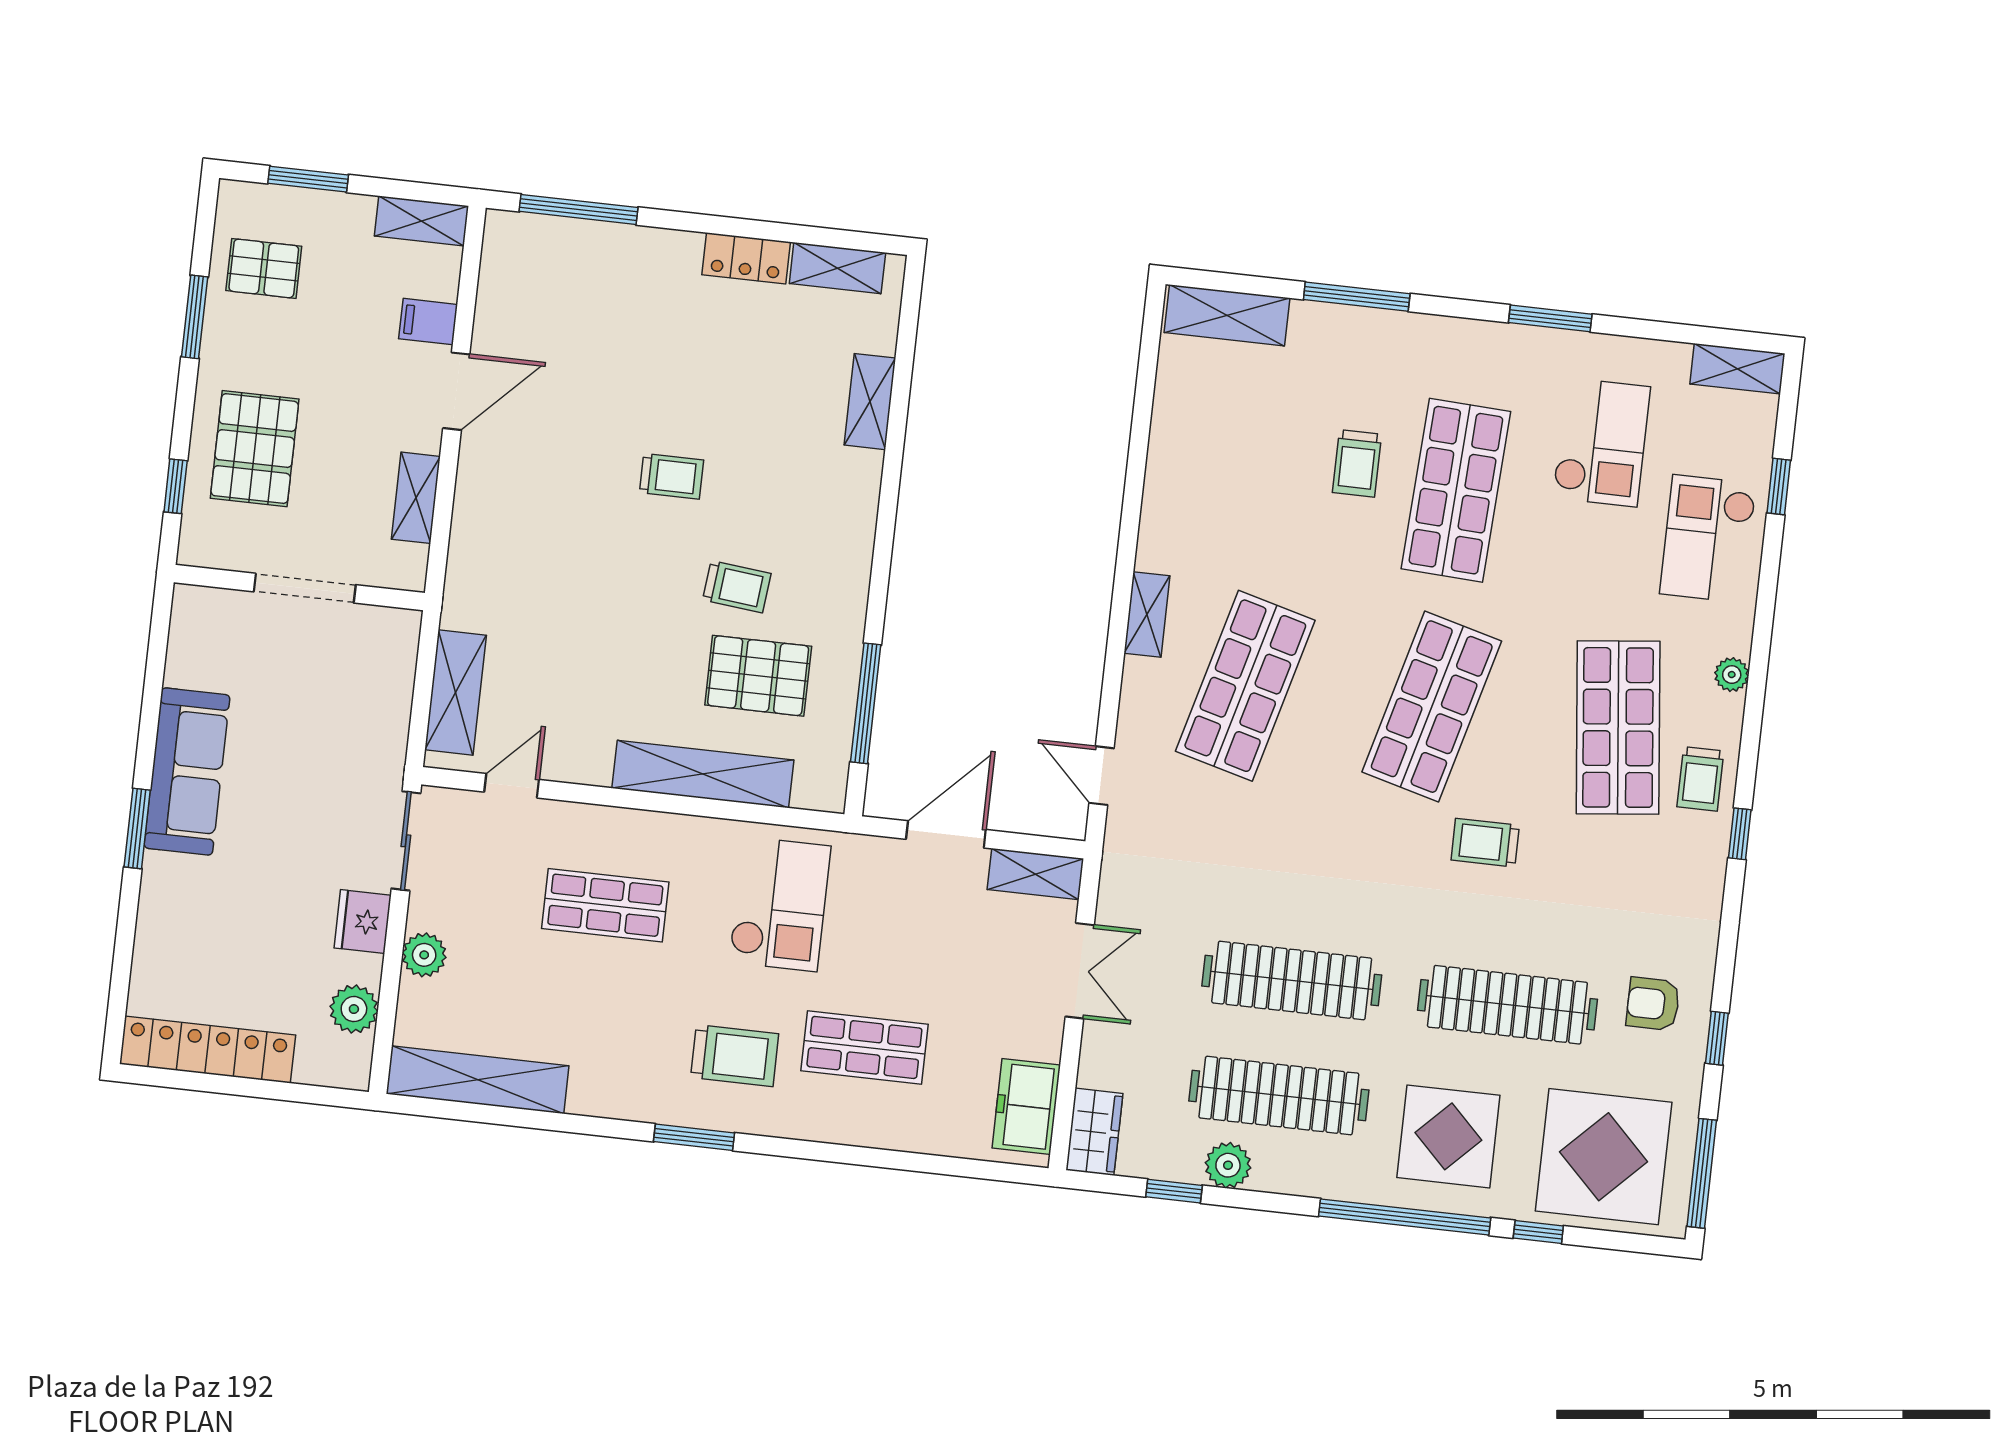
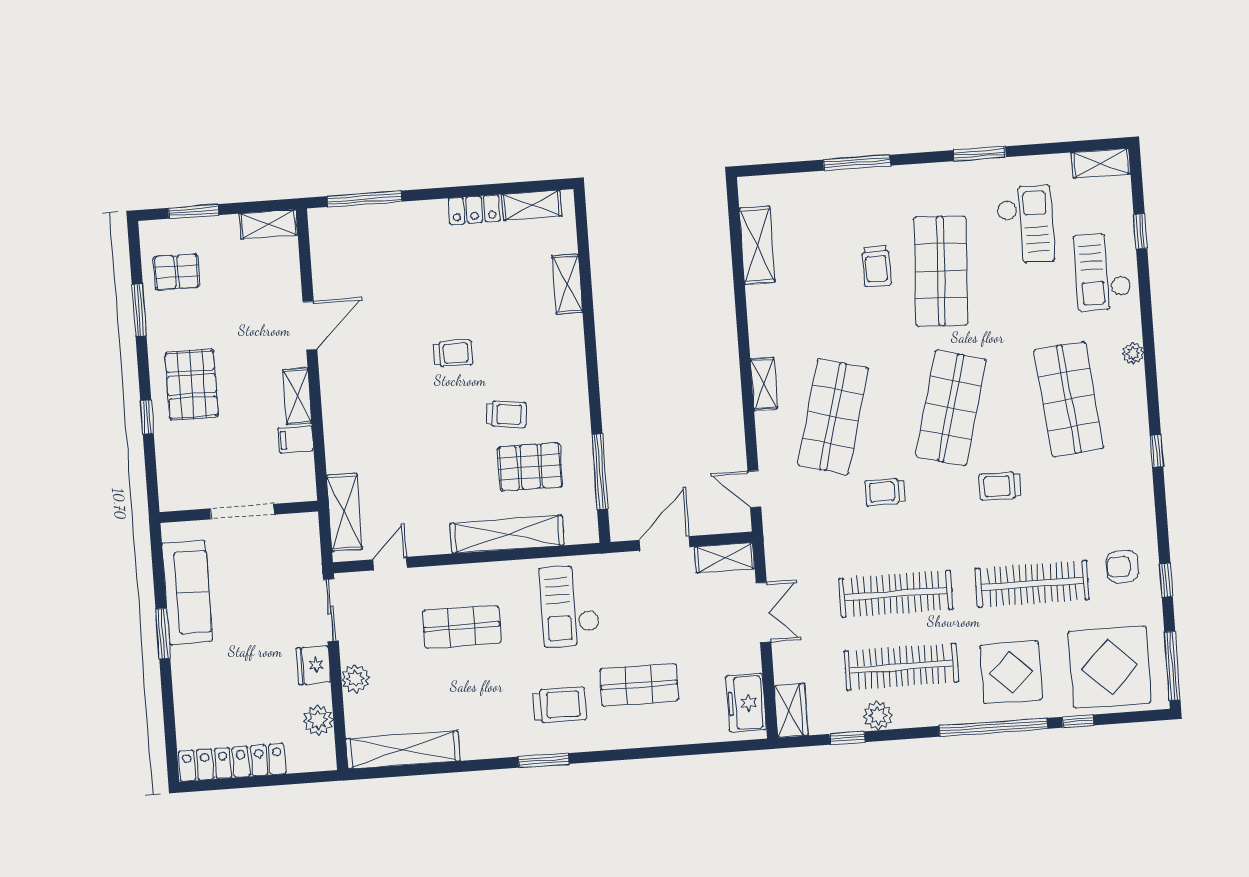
shelving: (1227, 315) -> (757, 245), moved, turned 90
filing cabinet: (428, 322) -> (296, 439), moved
wall: (299, 588) -> (239, 512), moved
doorway: (305, 588) -> (242, 512), moved
trolley: (1700, 779) -> (885, 492), moved, turned 90
checkout: (780, 904) -> (570, 606), turned 180

